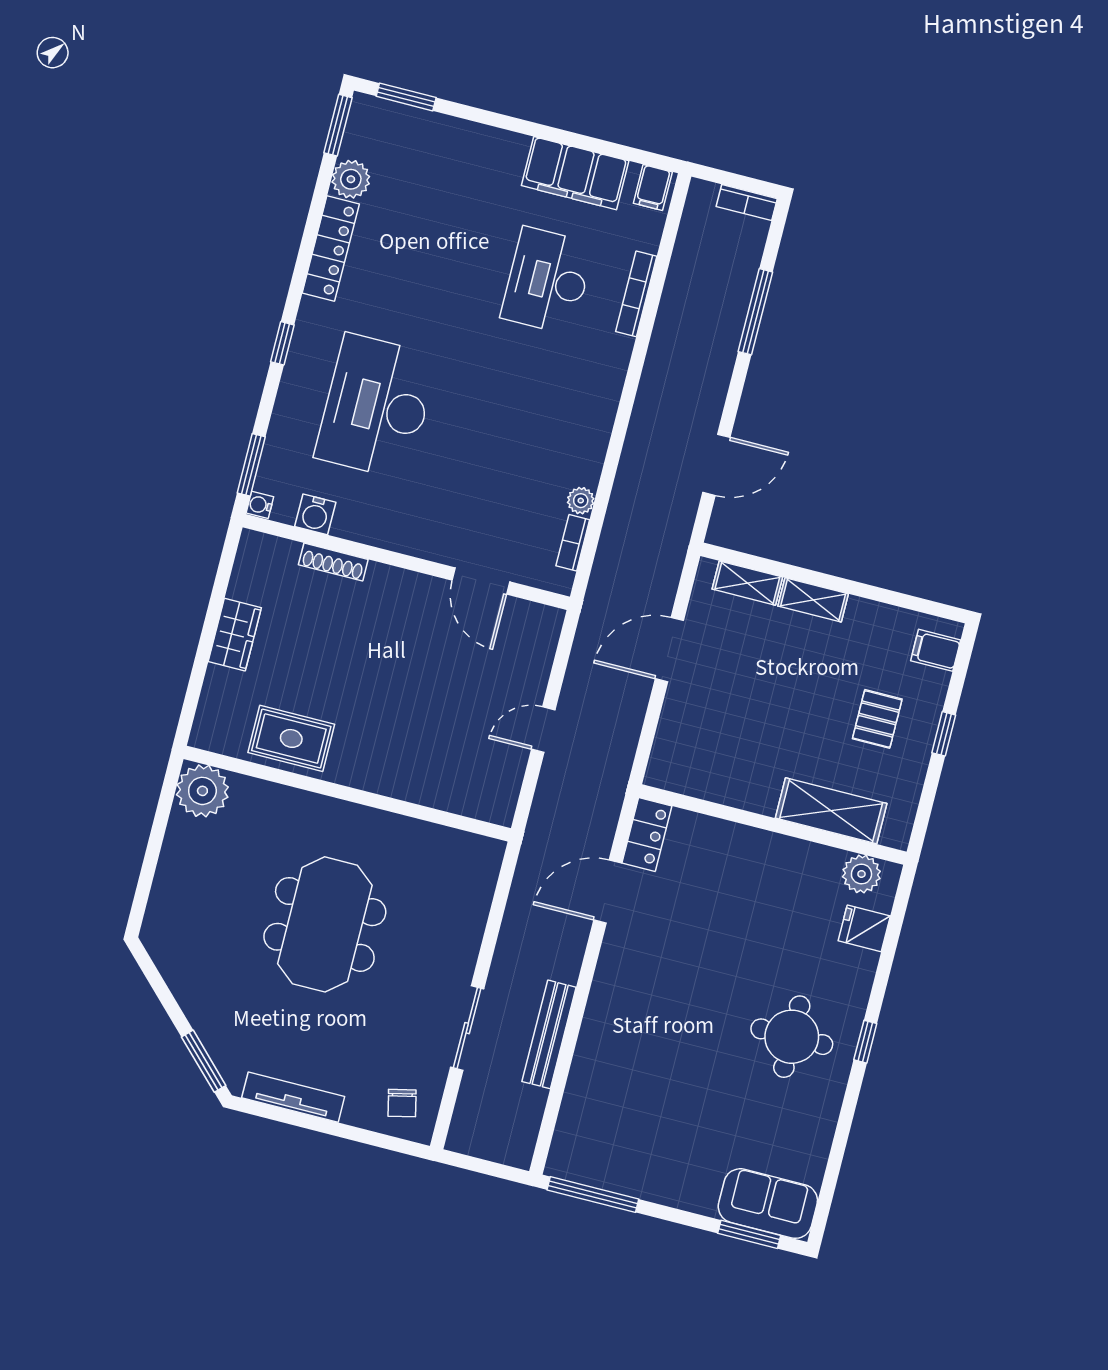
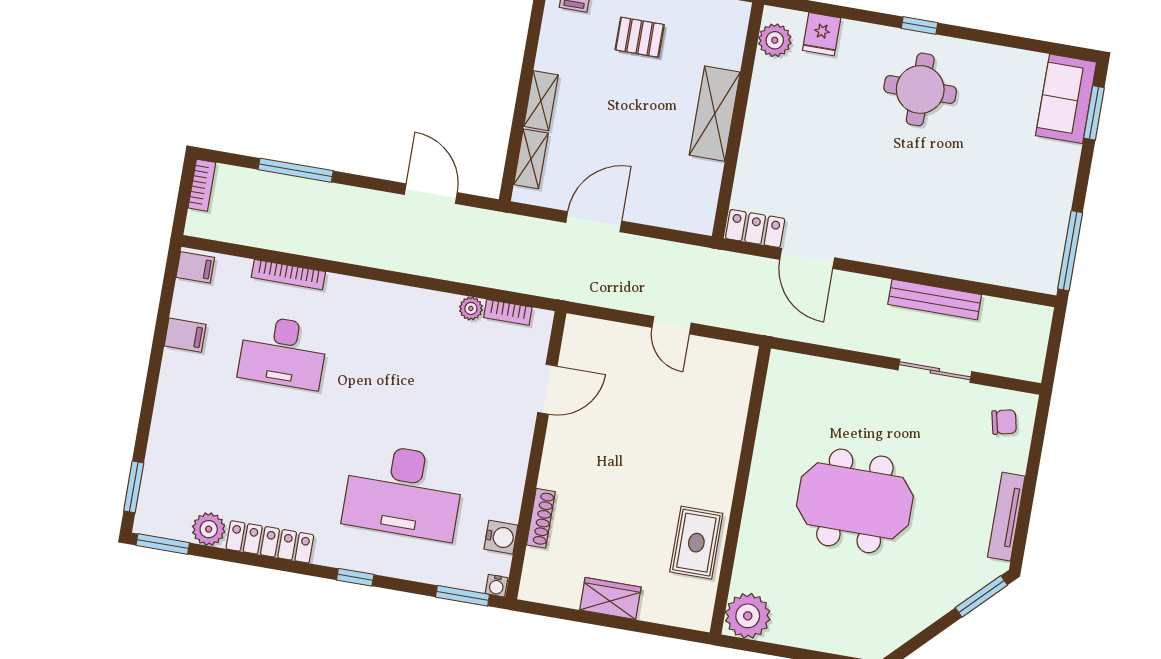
filing cabinet: (575, 173) -> (185, 335), width x0.33, depth x0.86
door: (669, 650) -> (594, 222), swing flipped
shelving: (831, 811) -> (715, 114), moved

